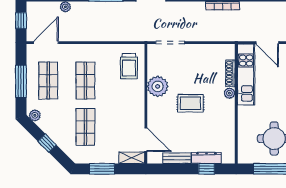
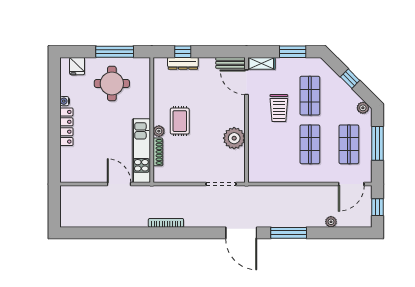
trolley: (129, 66) -> (279, 108), moved, turned 180
rug: (190, 103) -> (180, 121), moved, turned 90
bench: (177, 158) -> (230, 63), moved

